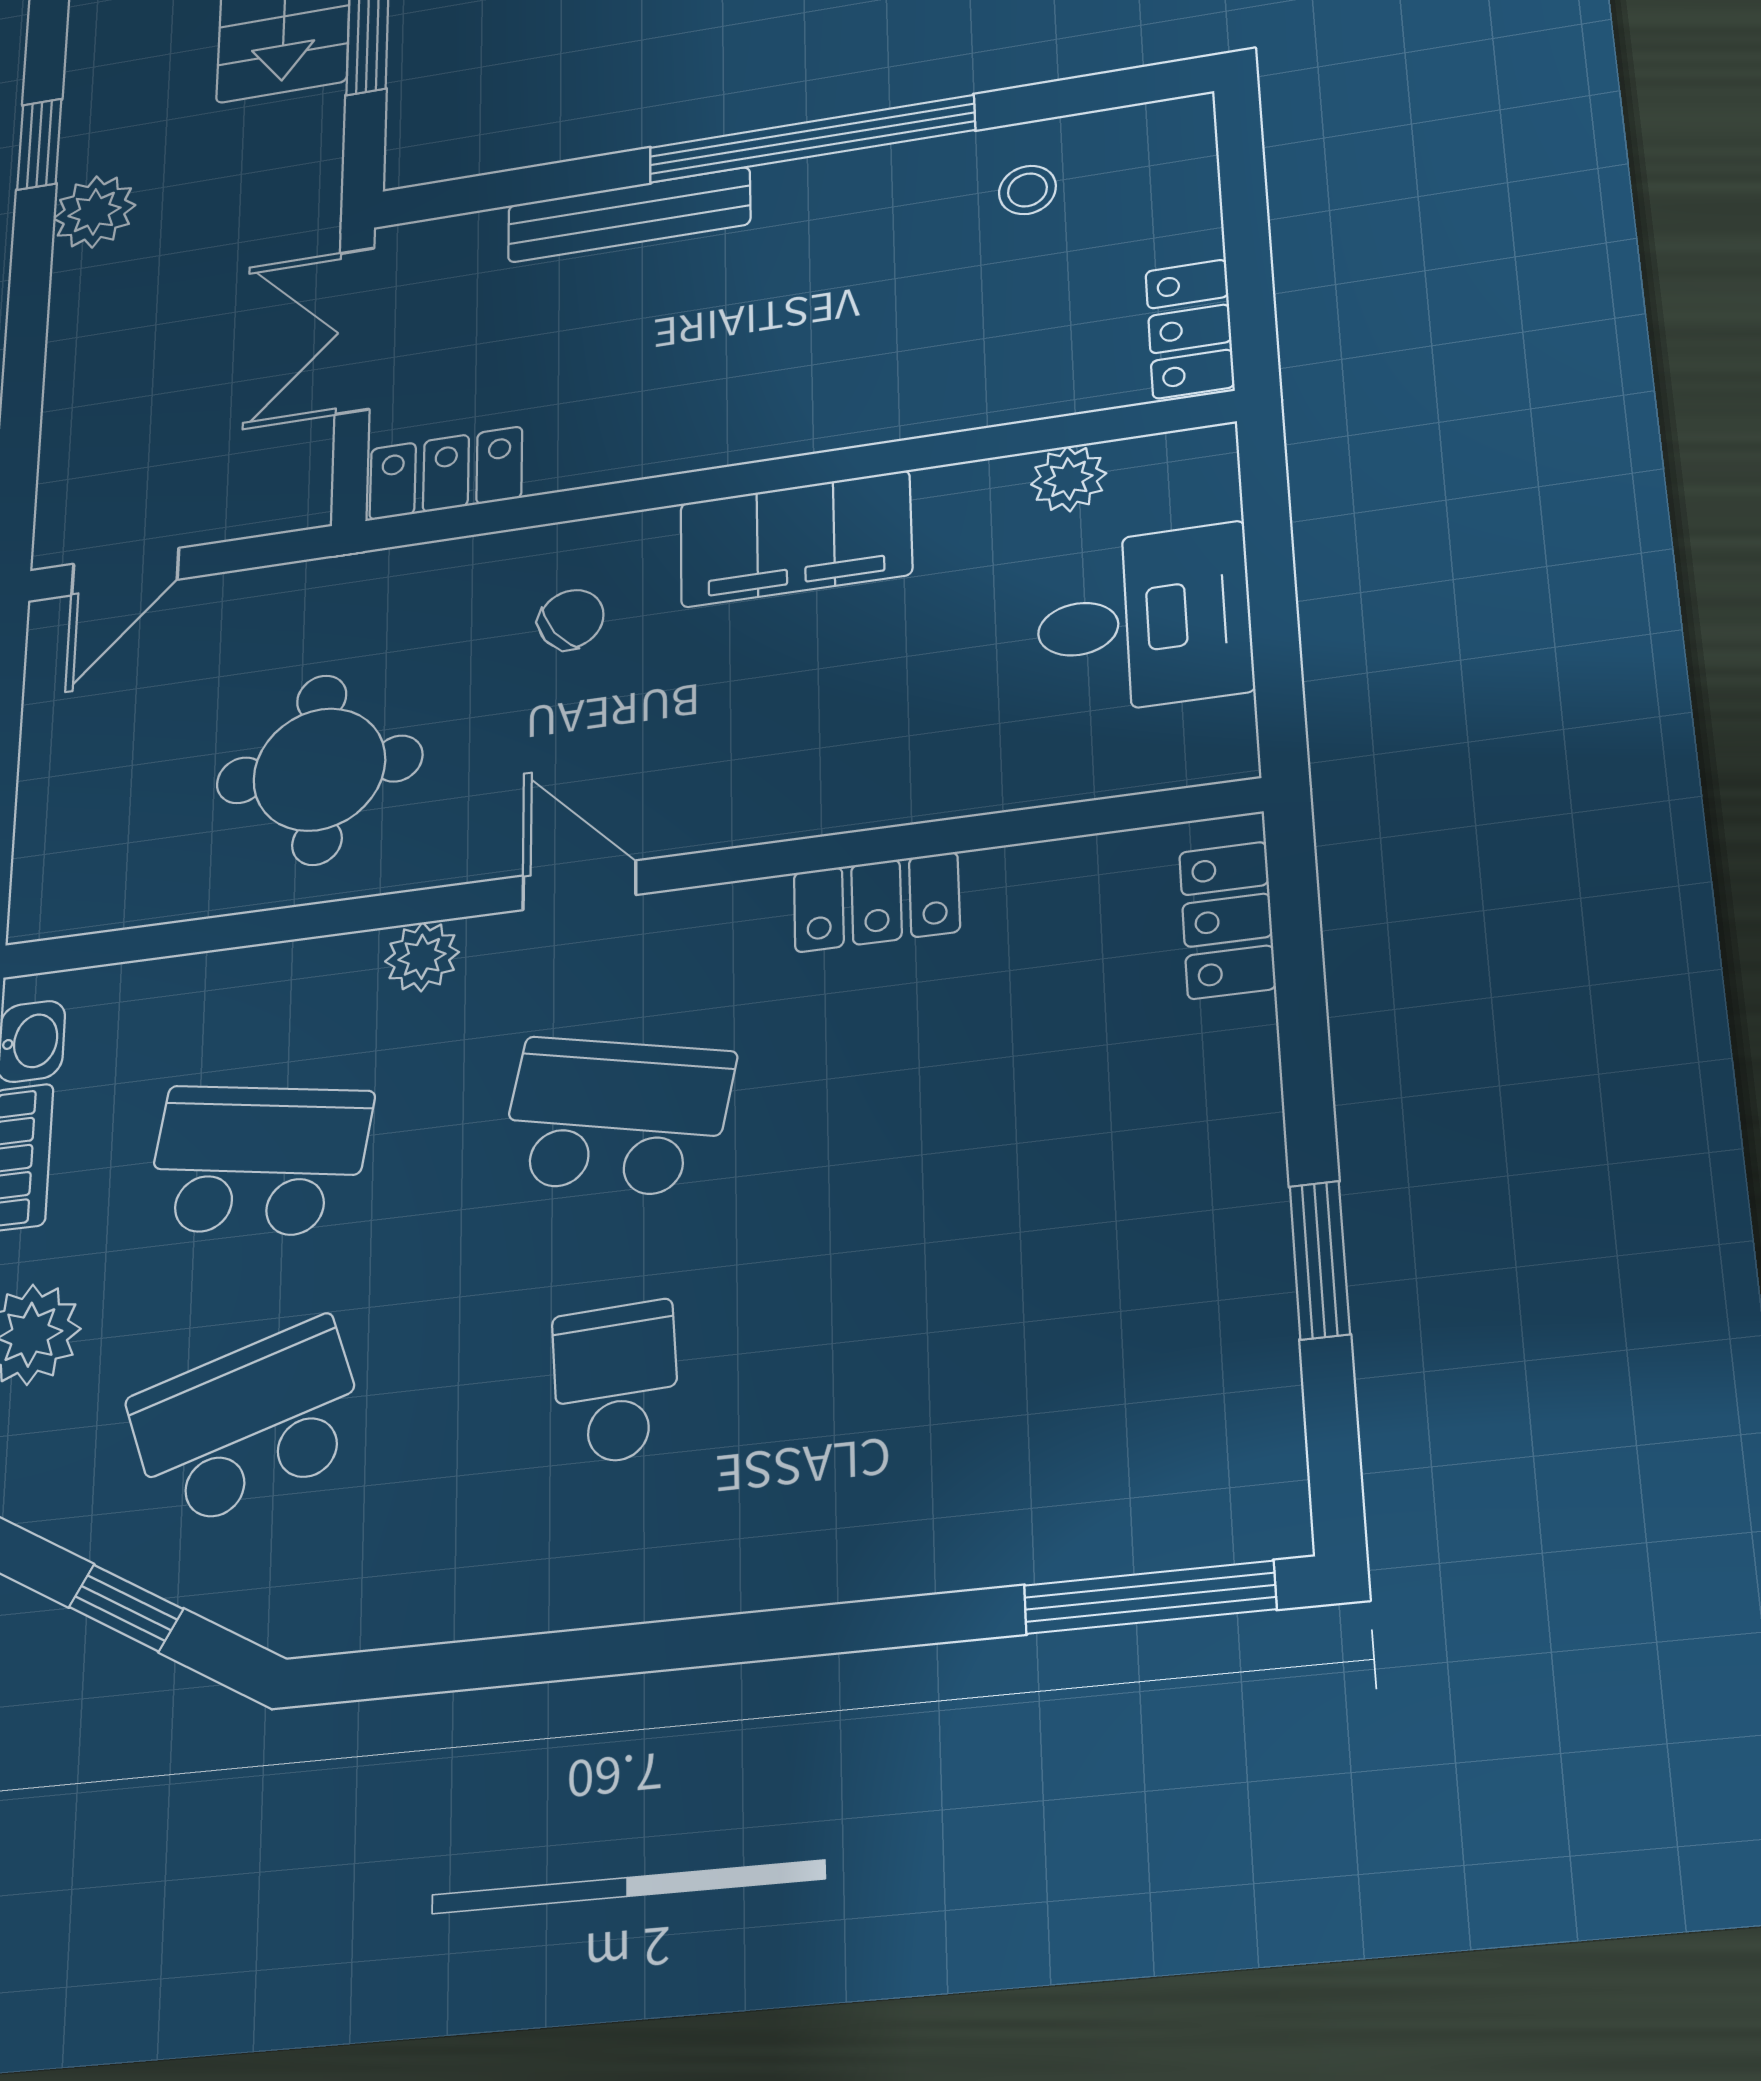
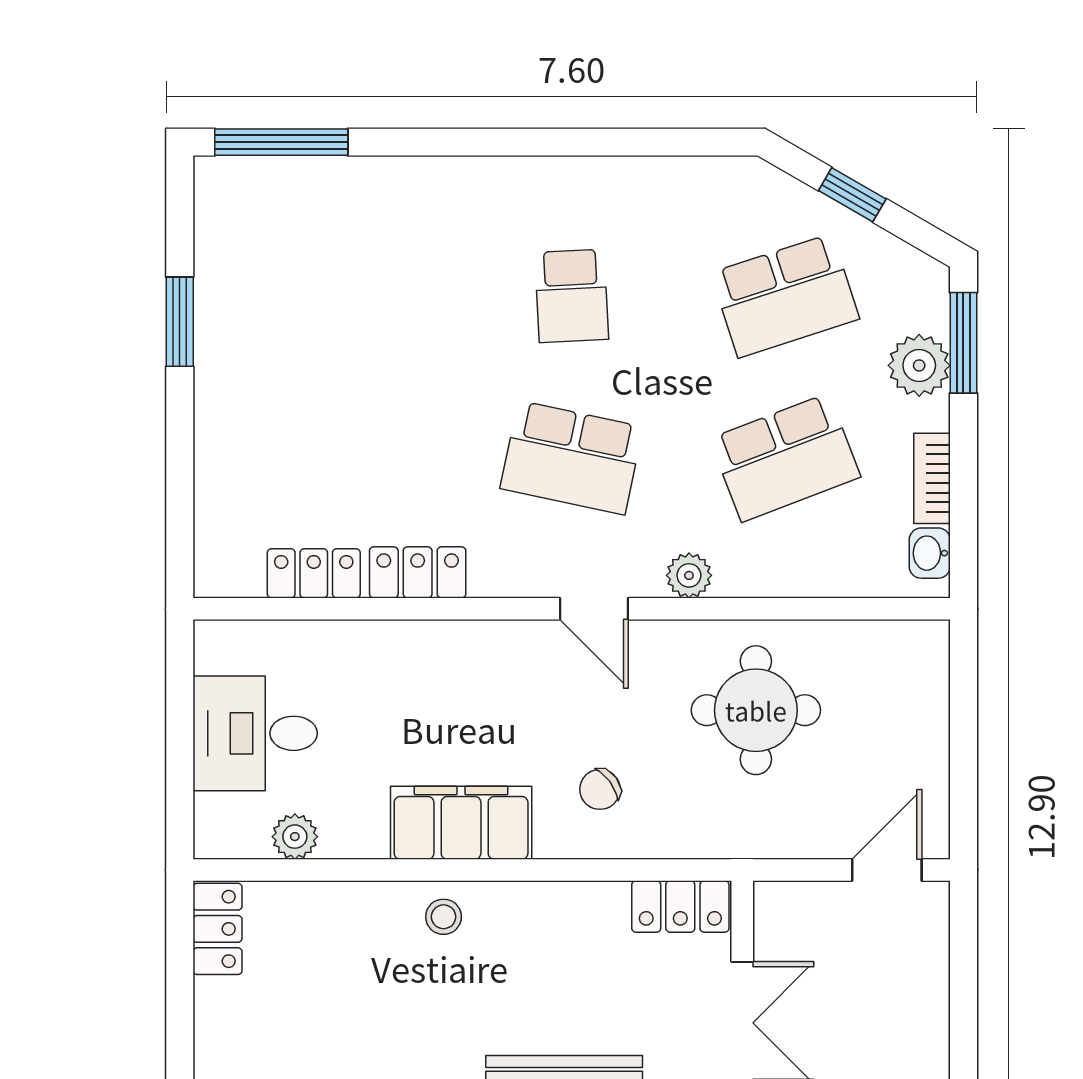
stool: (1027, 190) -> (444, 917), moved
locker: (1227, 920) -> (314, 573), moved, turned -90
school desk: (258, 1160) -> (785, 458), turned -30

